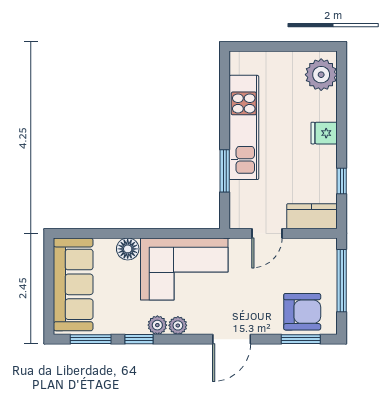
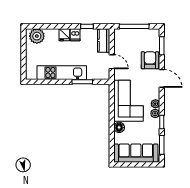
dishwasher: (324, 156) -> (75, 35), added
armchair: (302, 312) -> (150, 60), moved

